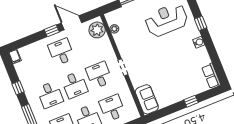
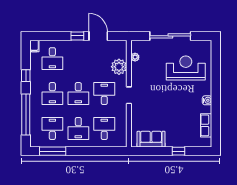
window: (201, 23) -> (216, 84), removed
plant: (97, 30) -> (119, 67), moved
desk: (61, 52) -> (52, 59), moved, turned 180
row of seats: (211, 76) -> (206, 125), moved
sofa: (147, 99) -> (151, 139), moved, turned -90

